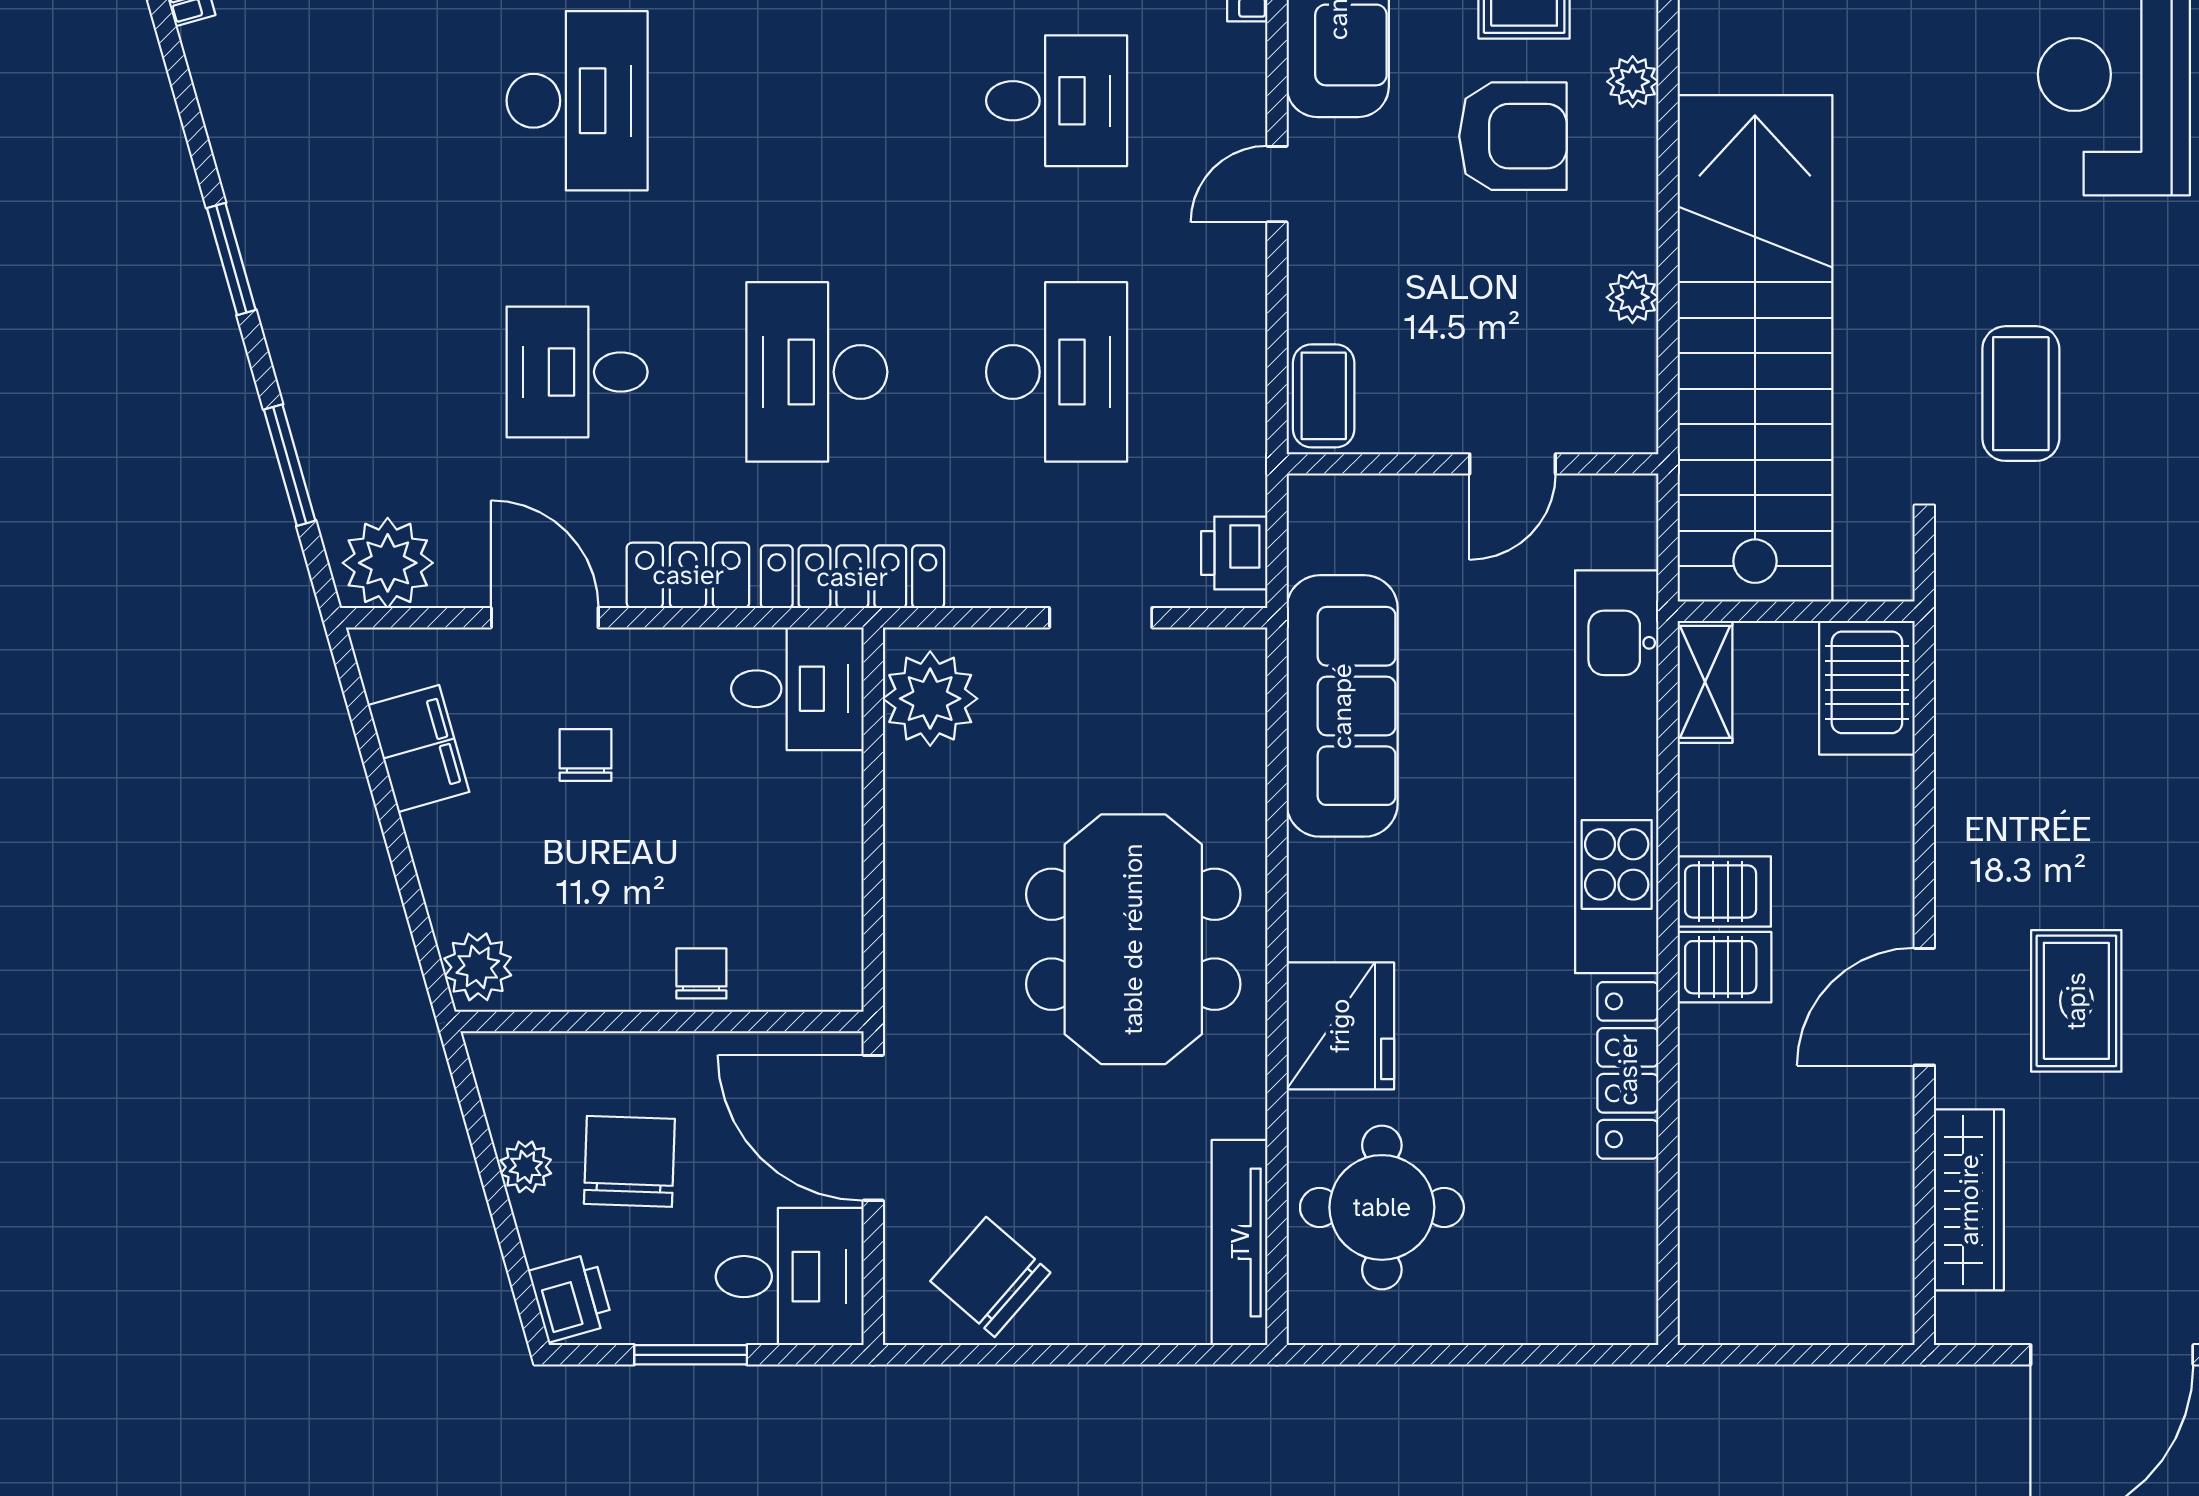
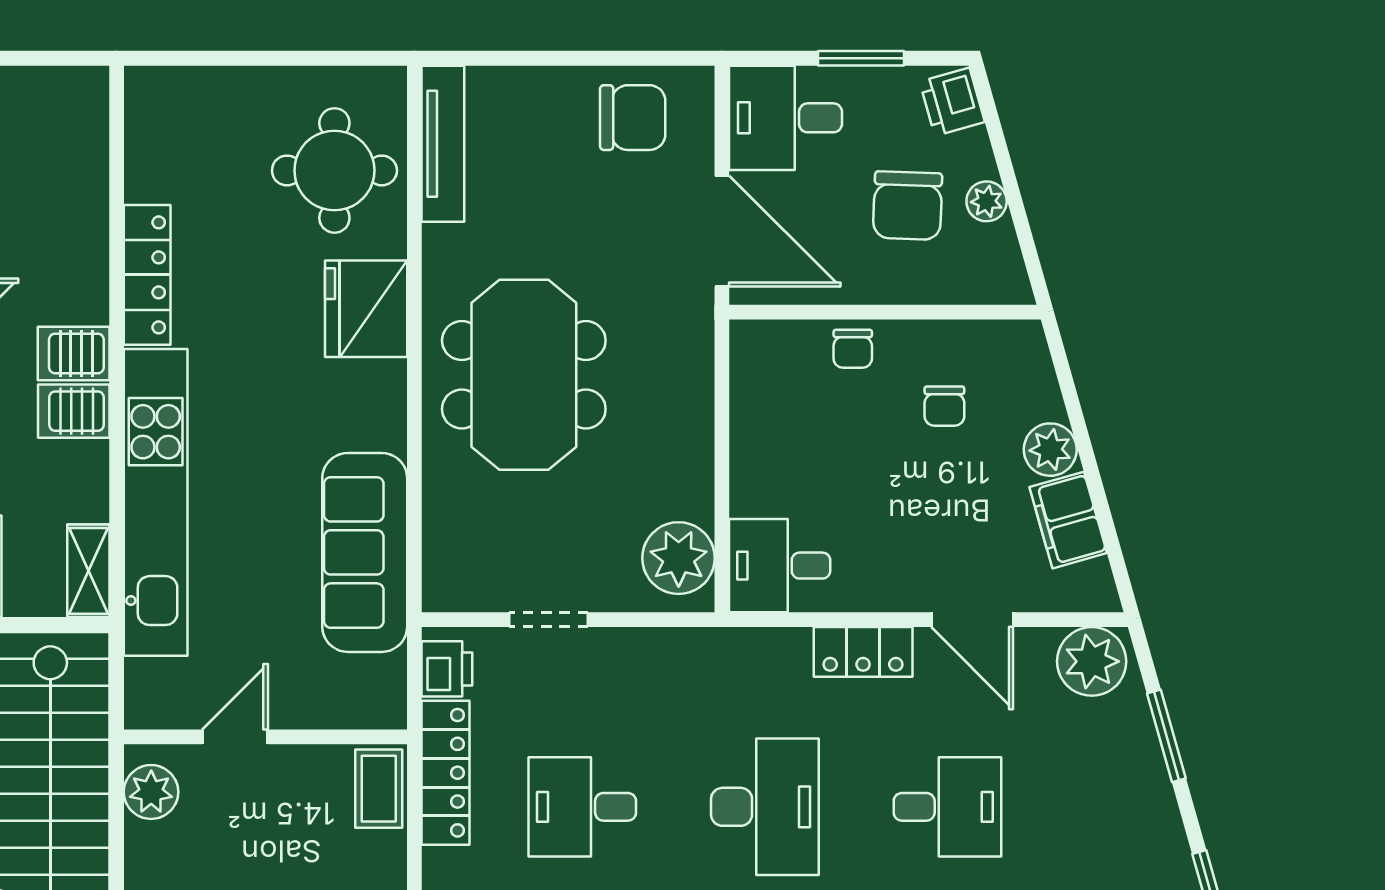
plant: (1632, 297) -> (151, 792), moved, width x1.38, depth x1.38
desk: (1057, 372) -> (582, 807), width x0.73
locker: (852, 577) -> (446, 773), moved, turned -90
chair: (586, 755) -> (944, 406), moved
plant: (478, 967) -> (1050, 450), moved
chair: (990, 1277) -> (633, 118), turned -41

